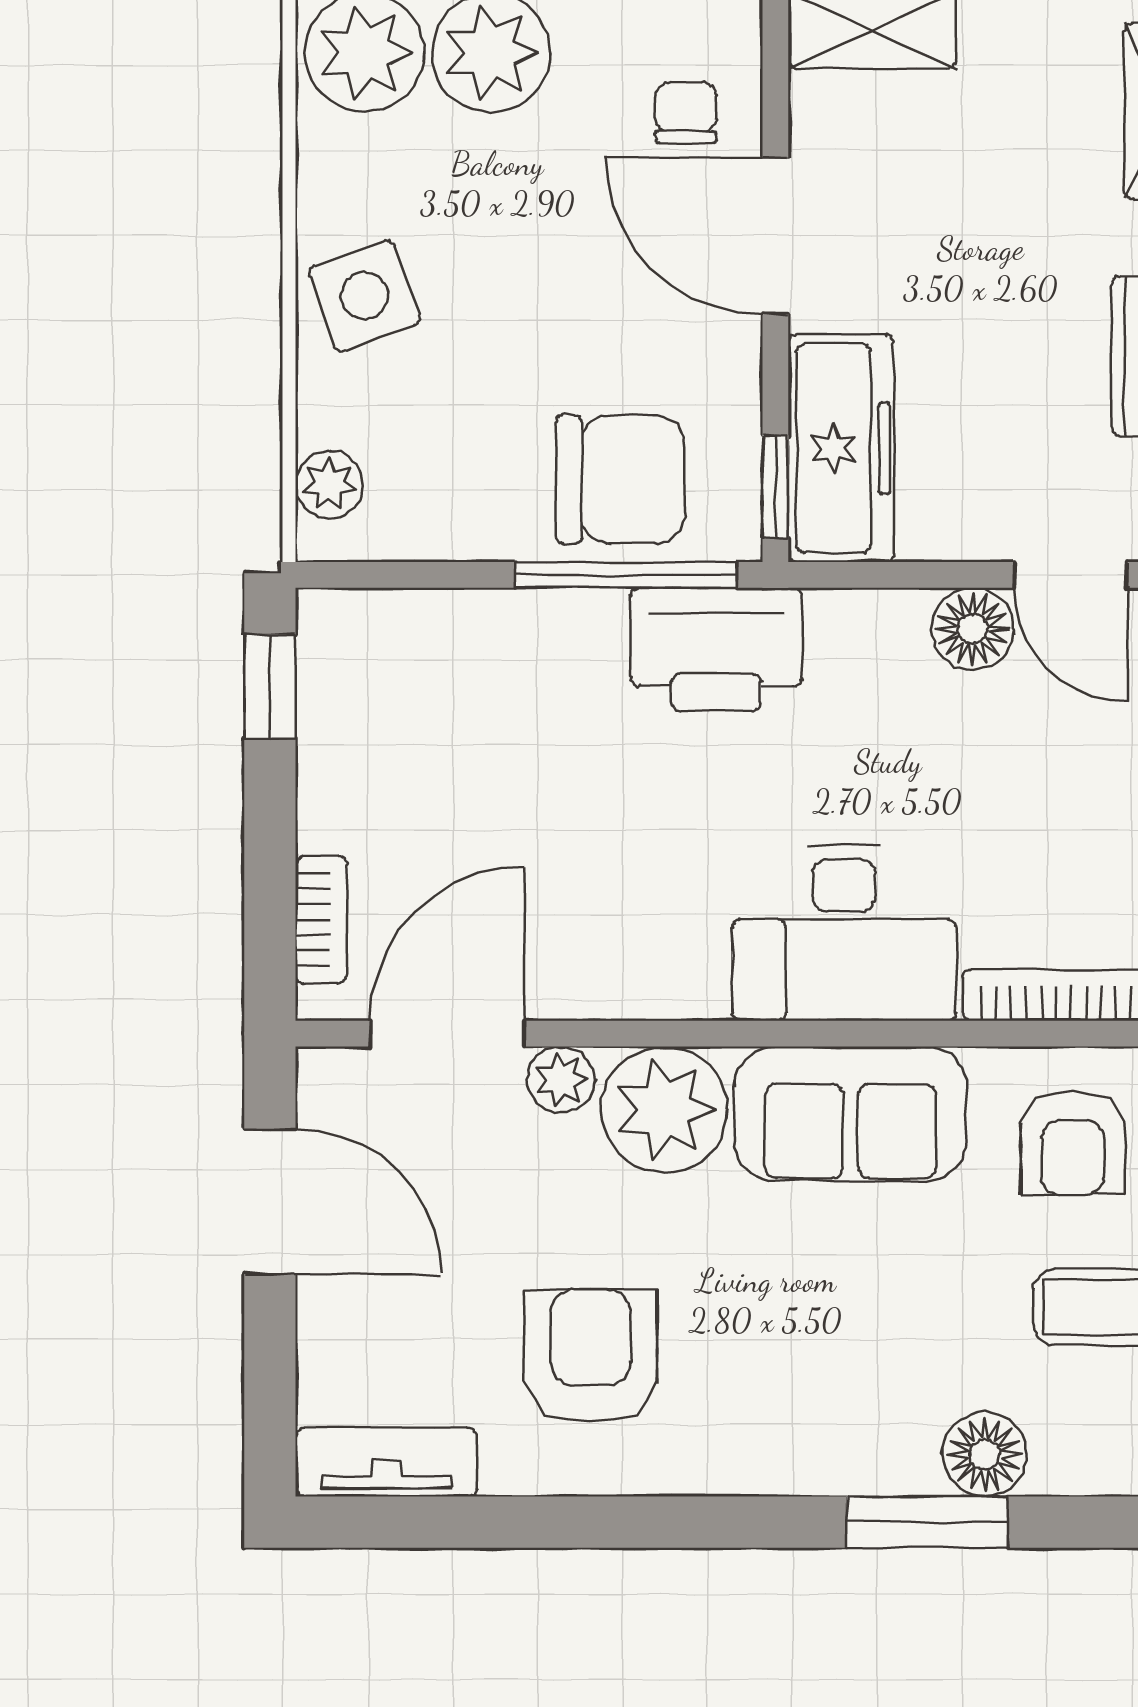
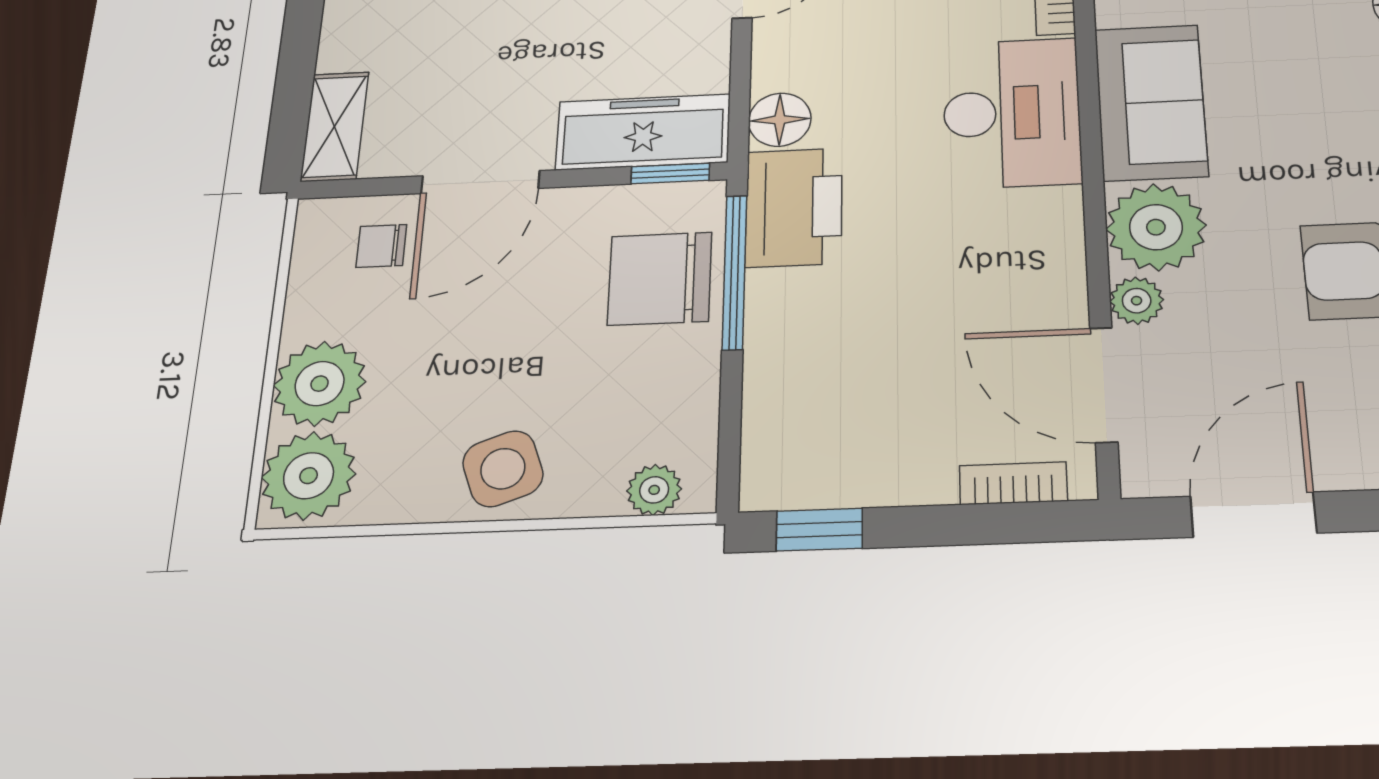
chair: (621, 479) -> (660, 279), turned -90
floor lamp: (973, 629) -> (780, 120), moved

